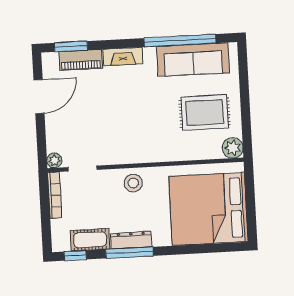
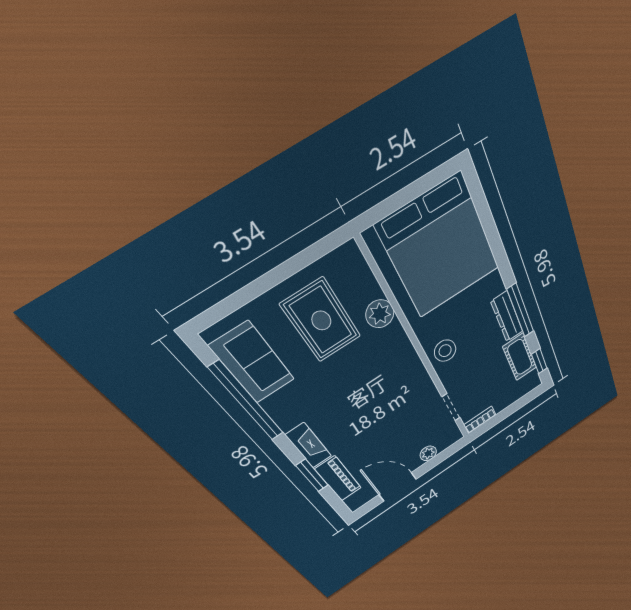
window: (71, 46) -> (312, 475), moved
sofa: (193, 59) -> (253, 363), width x0.73
plant: (233, 148) -> (380, 314), moved
plant: (54, 160) -> (428, 453), moved
bookcase: (55, 195) -> (480, 420), width x0.64

